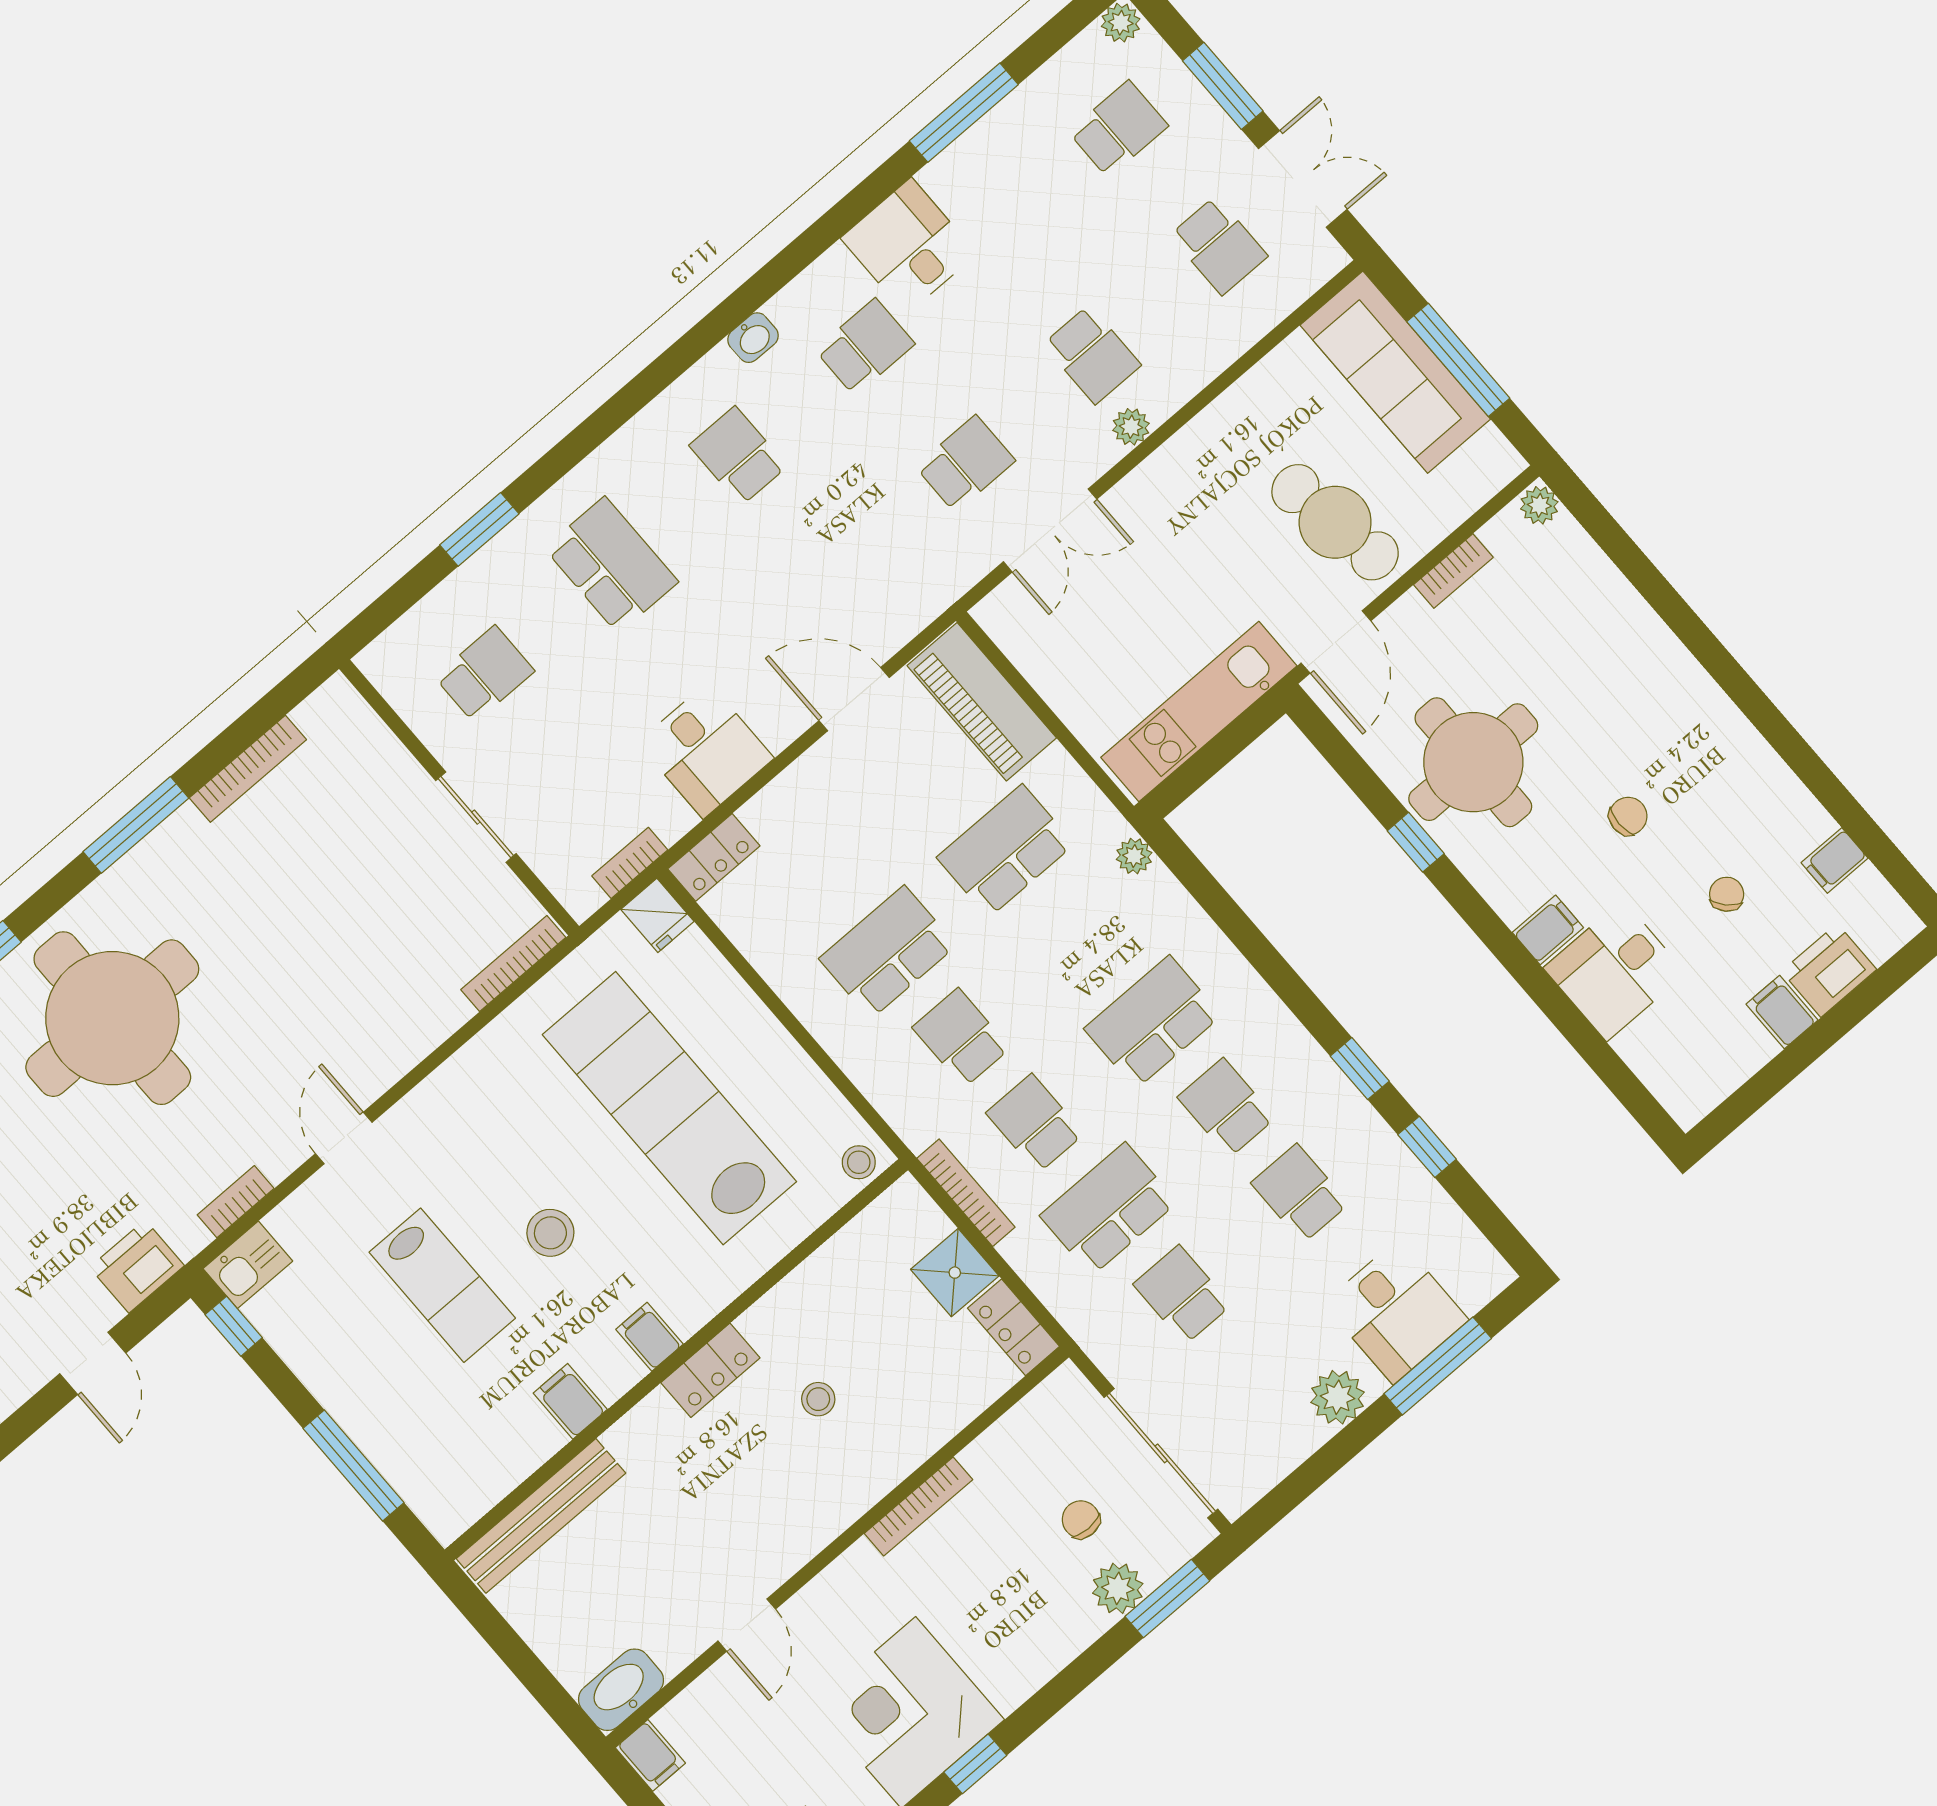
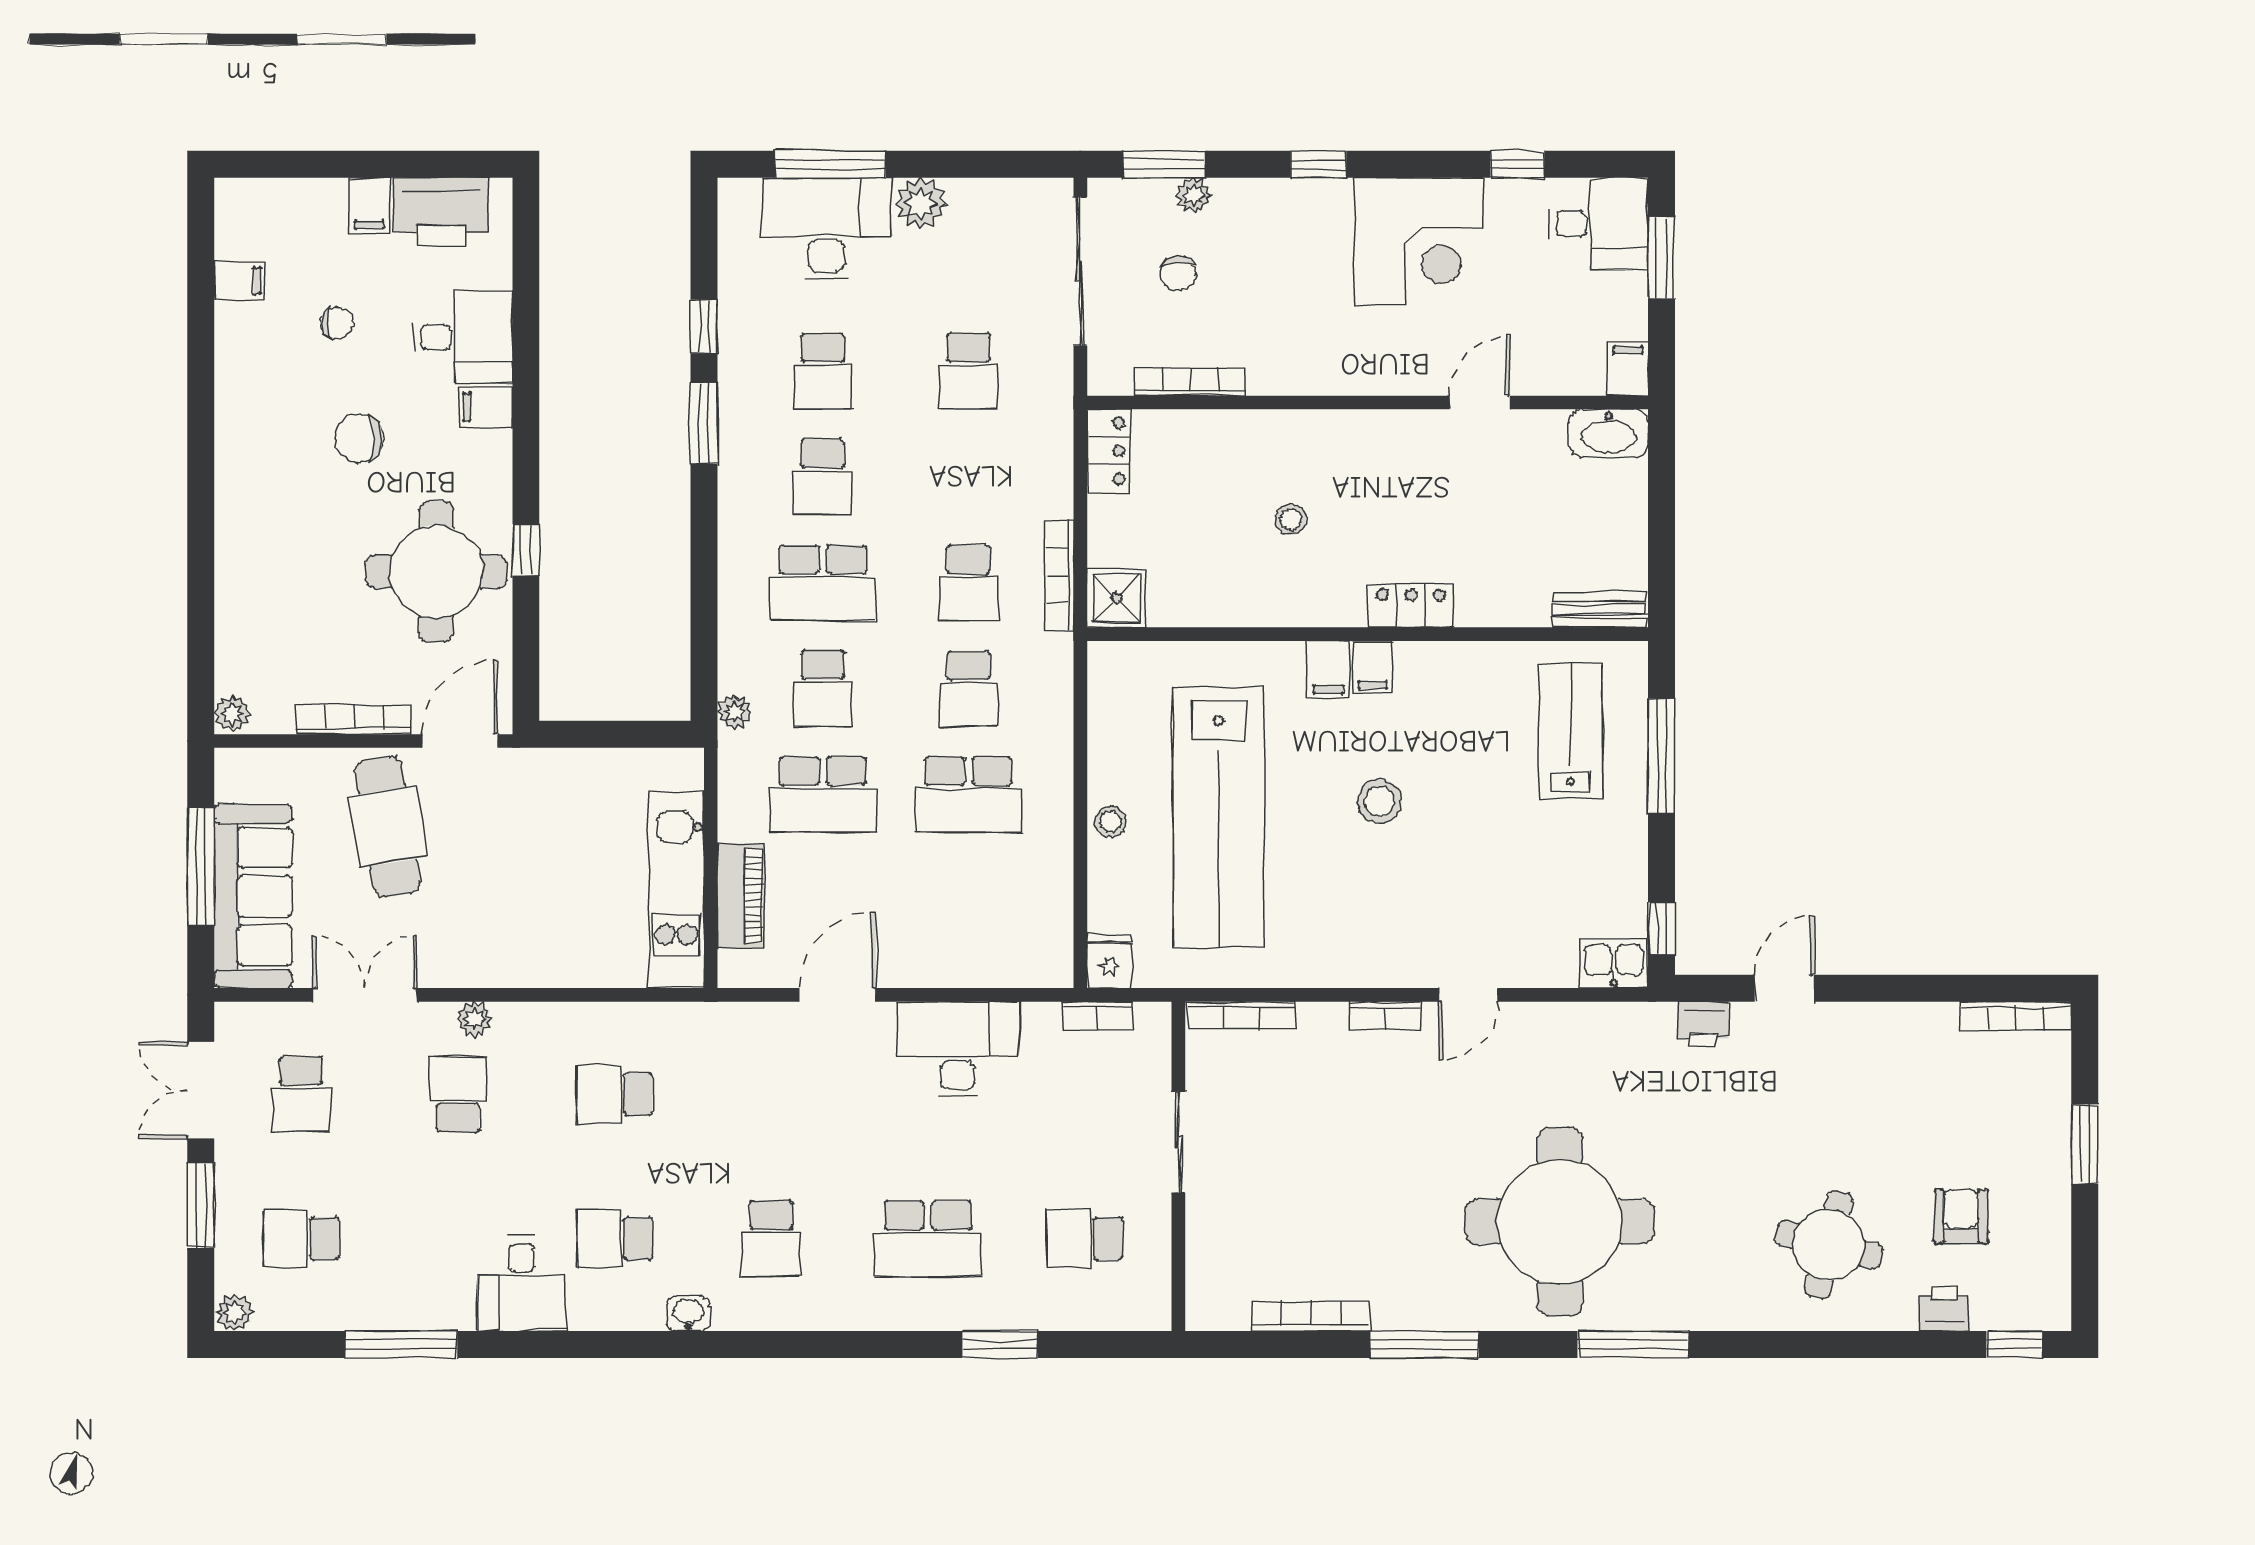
school desk: (1219, 246) -> (301, 1094), turned 180
double door: (1050, 530) -> (365, 995), moved
school desk: (611, 565) -> (928, 1239), turned -90
bookcase: (1453, 571) -> (354, 720), width x1.56
door: (854, 699) -> (837, 995), swing flipped
piano: (982, 702) -> (741, 896), width x0.73, depth x0.75
kitchen unit: (1199, 712) -> (676, 890), moved, turned 90
desk: (706, 750) -> (958, 1049), width x1.37
chair: (1628, 816) -> (359, 439), width x1.37, depth x1.37
locker: (714, 857) -> (1034, 968), removed
chair: (1727, 894) -> (337, 323), turned -136
printer: (1829, 970) -> (441, 212), moved, width x1.37, depth x1.19
window: (1360, 1069) -> (704, 423), width x1.50
stool: (859, 1162) -> (1110, 822), moved
bookcase: (236, 1202) -> (1385, 1016), moved
school desk: (1108, 1209) -> (823, 689), moved, width x0.54
printer: (137, 1266) -> (1703, 1024), width x0.73, depth x0.81
shower: (955, 1273) -> (1116, 598), moved
lab bench: (442, 1285) -> (1571, 731), moved
desk: (1396, 1312) -> (827, 228), width x1.37
locker: (710, 1370) -> (1411, 606), moved
filing cabinet: (570, 1401) -> (1328, 669), moved
bookcase: (918, 1507) -> (1190, 382), moved
bench: (541, 1516) -> (1599, 610), width x0.54, depth x0.82
plant: (1118, 1588) -> (1194, 195), width x0.73, depth x0.73
window: (975, 1764) -> (1319, 164), moved

